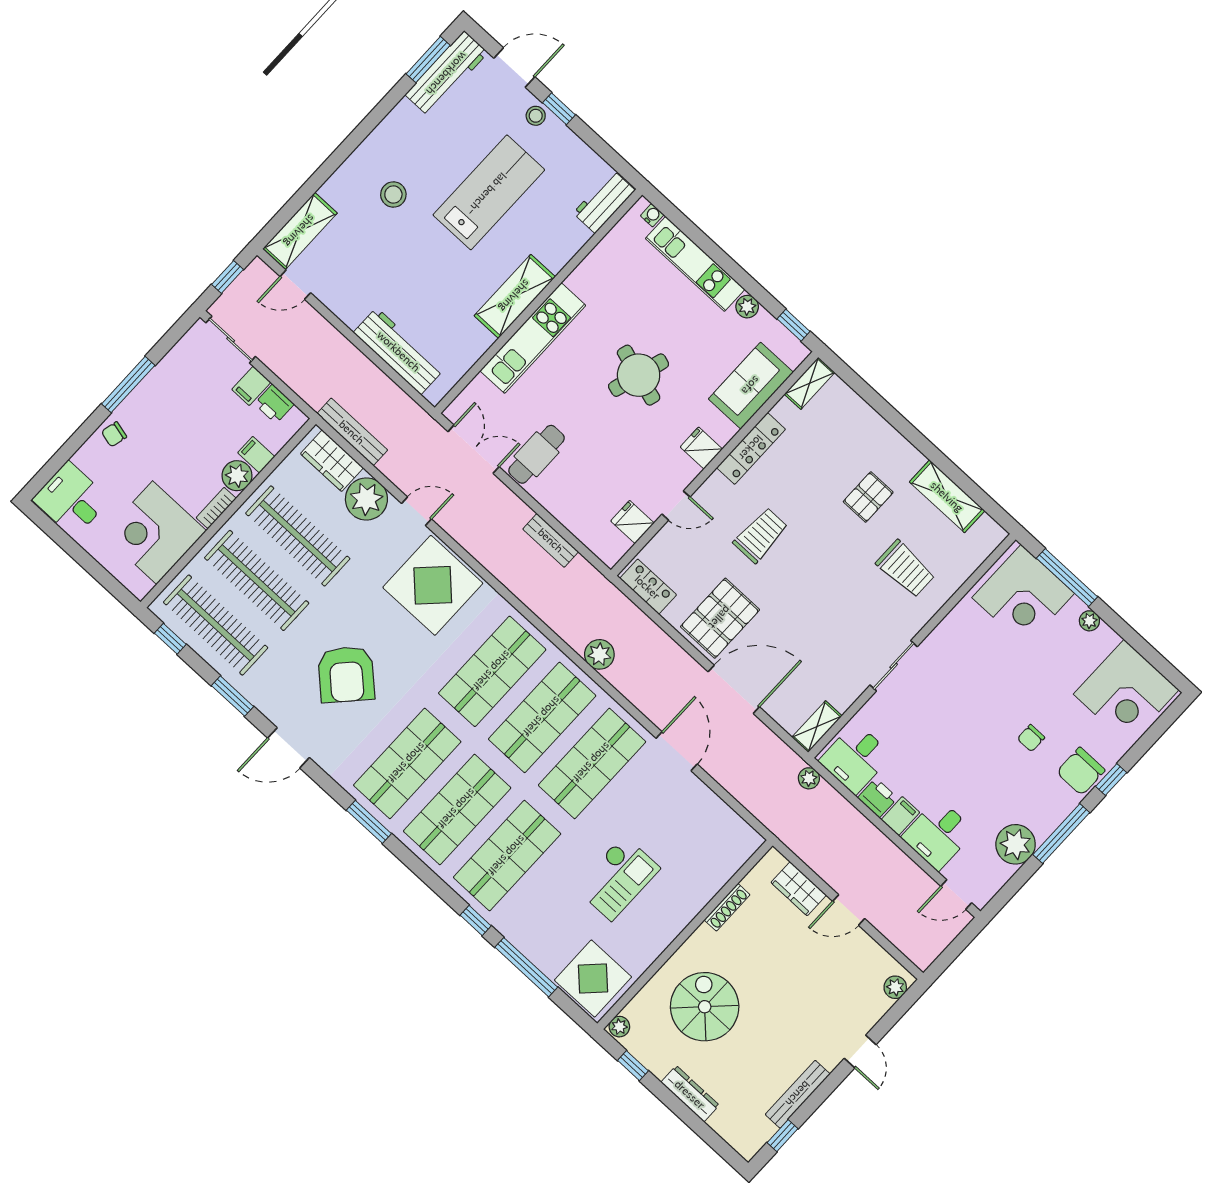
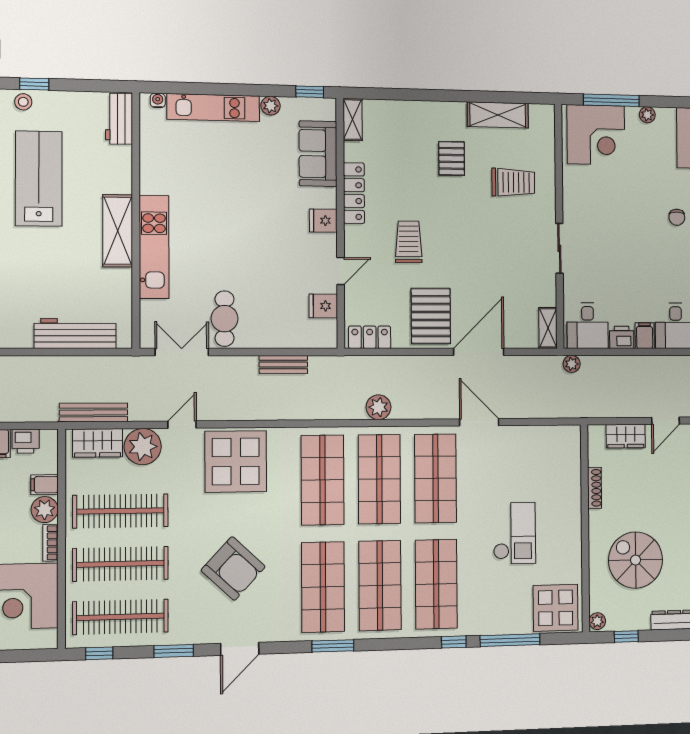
round table: (639, 375) -> (242, 210), removed

